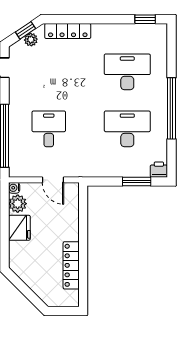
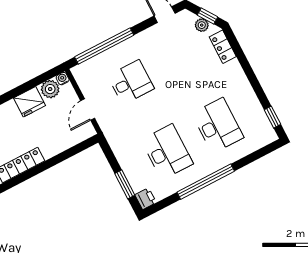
locker: (68, 31) -> (223, 47), width x0.66

